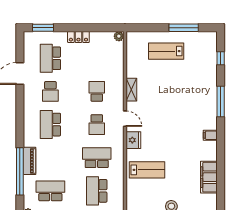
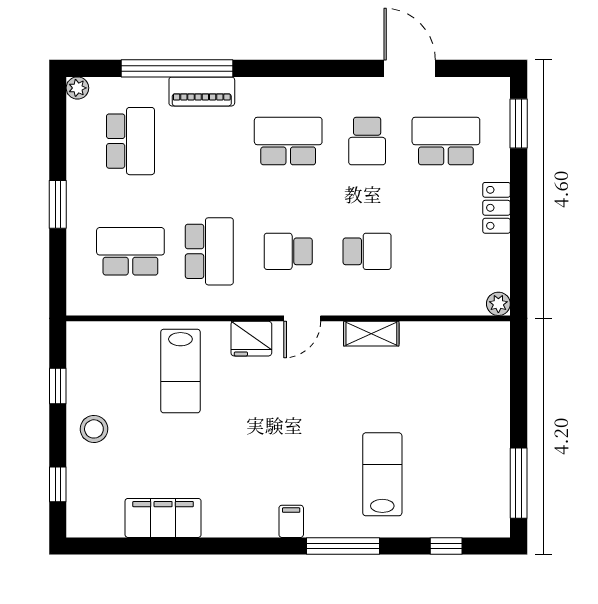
window: (184, 28) -> (519, 483), moved
lab bench: (166, 51) -> (382, 474), moved
school desk: (50, 91) -> (367, 141), turned -90
filing cabinet: (210, 135) -> (291, 521), moved

